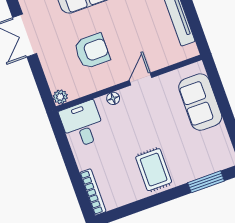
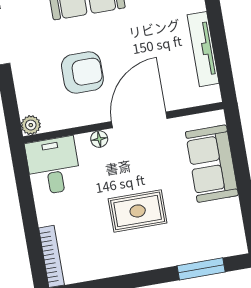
door: (140, 79) -> (139, 120), width x1.87
rug: (154, 170) -> (138, 211), moved, turned 90

